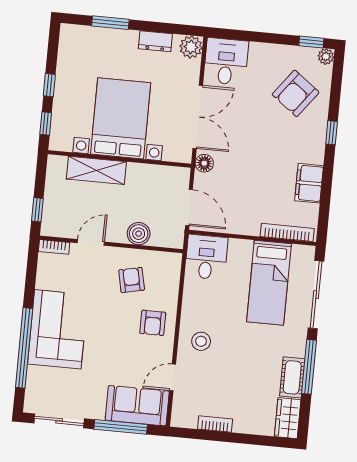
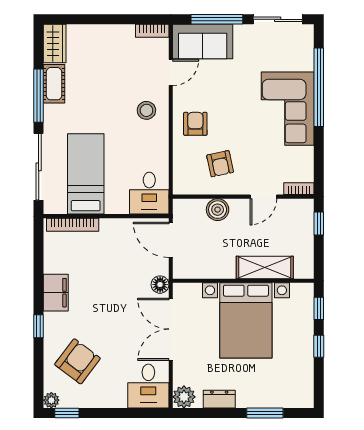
filing cabinet: (309, 183) -> (56, 293), moved
bookcase: (215, 424) -> (152, 31), moved

